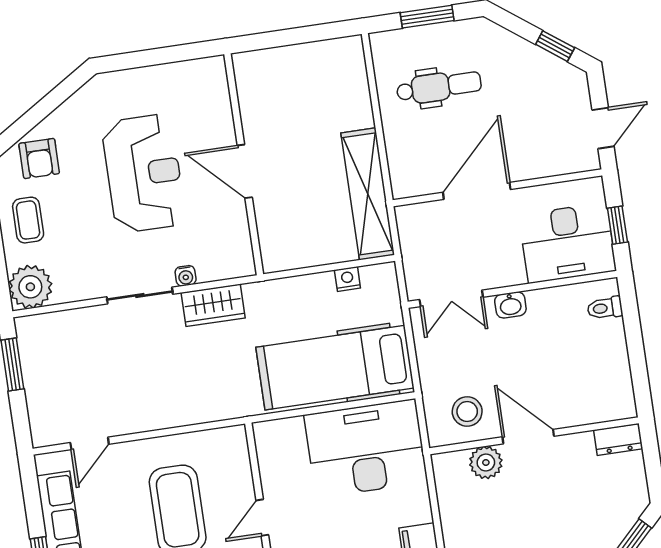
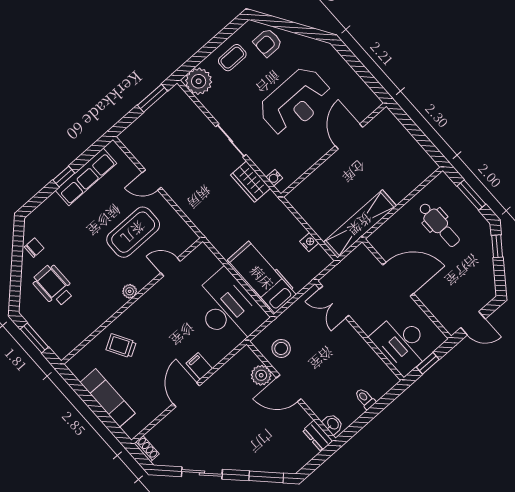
window: (555, 46) -> (497, 246), moved
door: (245, 171) -> (349, 136), moved
water cooler: (186, 276) -> (274, 178), moved
washbasin: (510, 305) -> (333, 424), moved, turned 180
toilet: (605, 308) -> (365, 399), moved
hospital bed: (335, 368) -> (262, 277), width x0.73, depth x0.78
door: (528, 437) -> (289, 388), swing flipped
door: (90, 443) -> (152, 180), moved
door: (262, 518) -> (171, 267), moved

